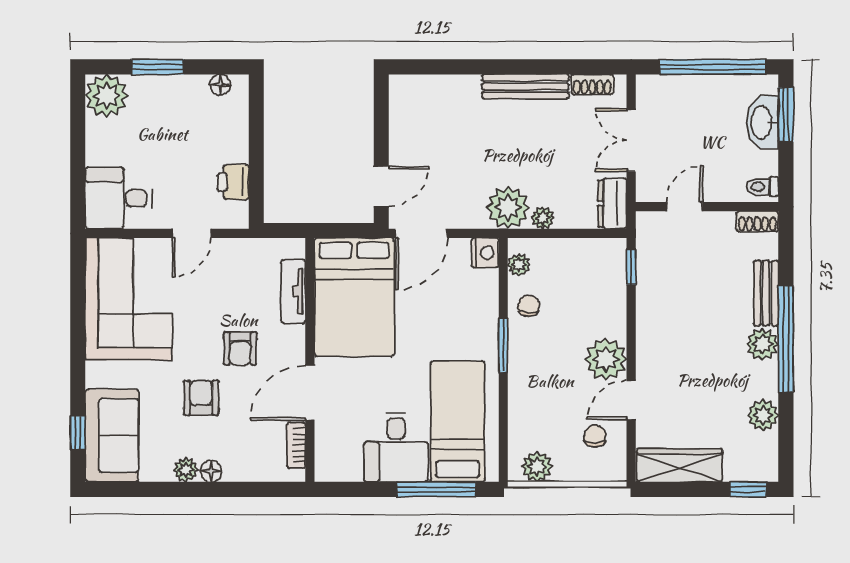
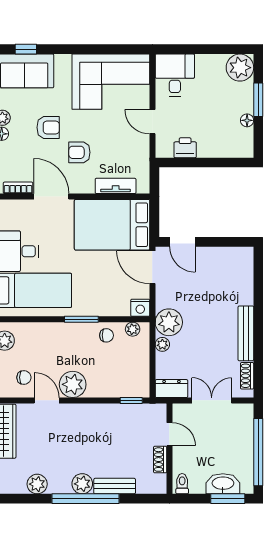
floor lamp: (220, 85) -> (247, 120), moved
shoe rack: (757, 221) -> (160, 460), moved

